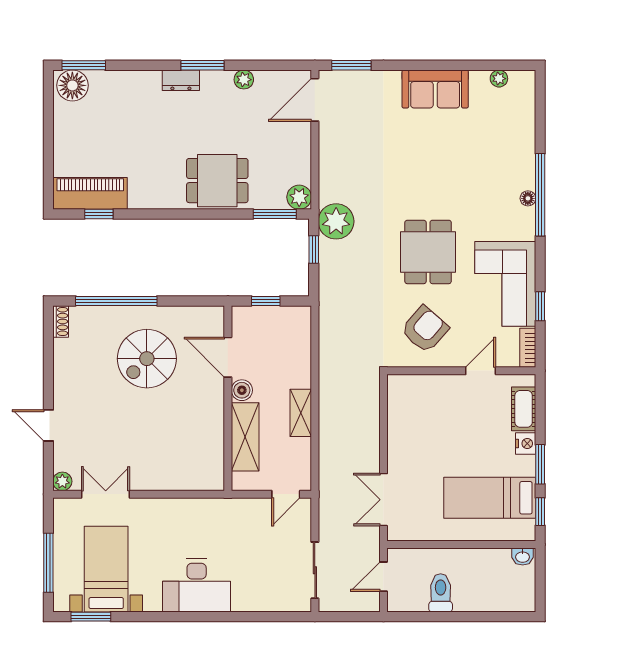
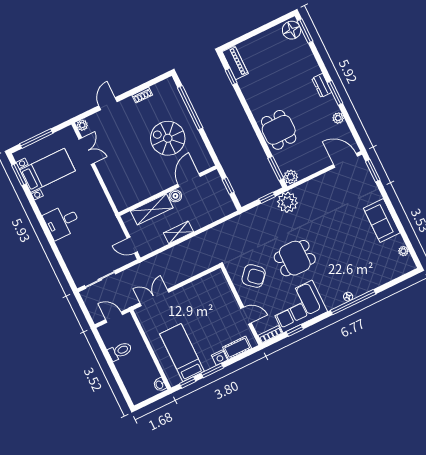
piano: (90, 193) -> (235, 63), width x0.73, depth x0.75
shoe rack: (61, 321) -> (142, 95), moved
desk: (197, 585) -> (62, 222), width x0.73

